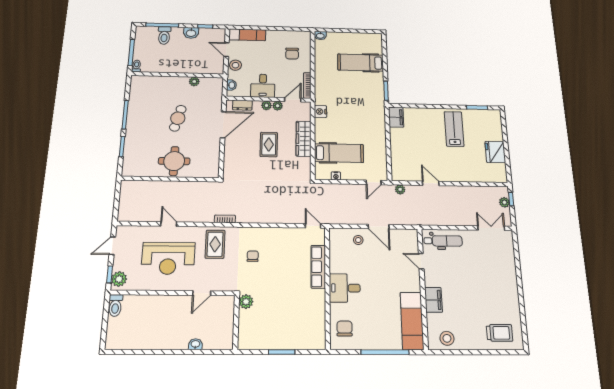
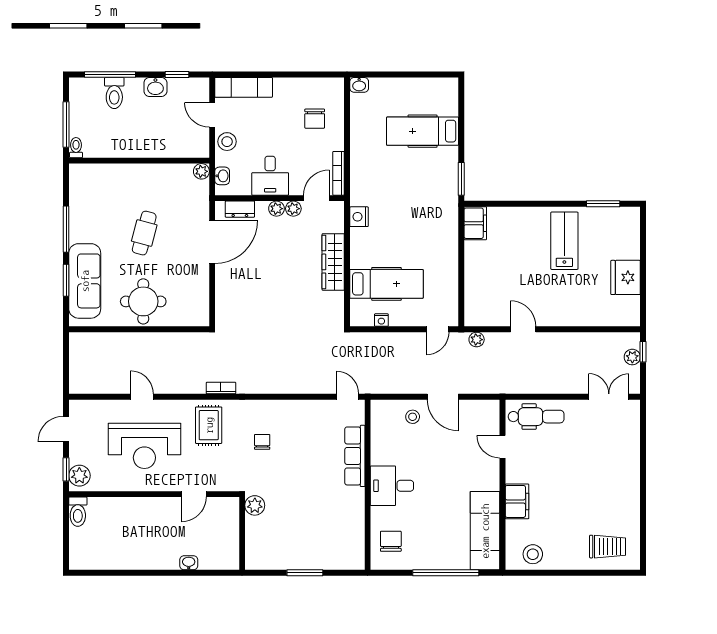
plant: (194, 81) -> (201, 171), moved
rug: (269, 145) -> (281, 272), removed
sofa: (135, 147) -> (85, 281), added

